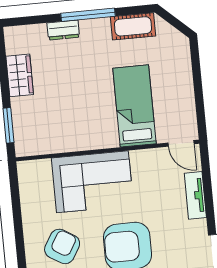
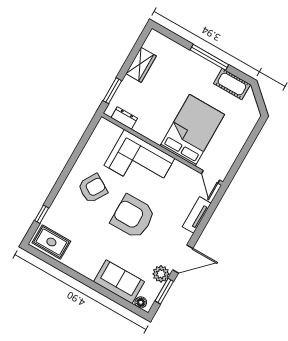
dresser: (63, 30) -> (124, 118), moved, turned 180
bed: (134, 106) -> (192, 130), width x1.50

